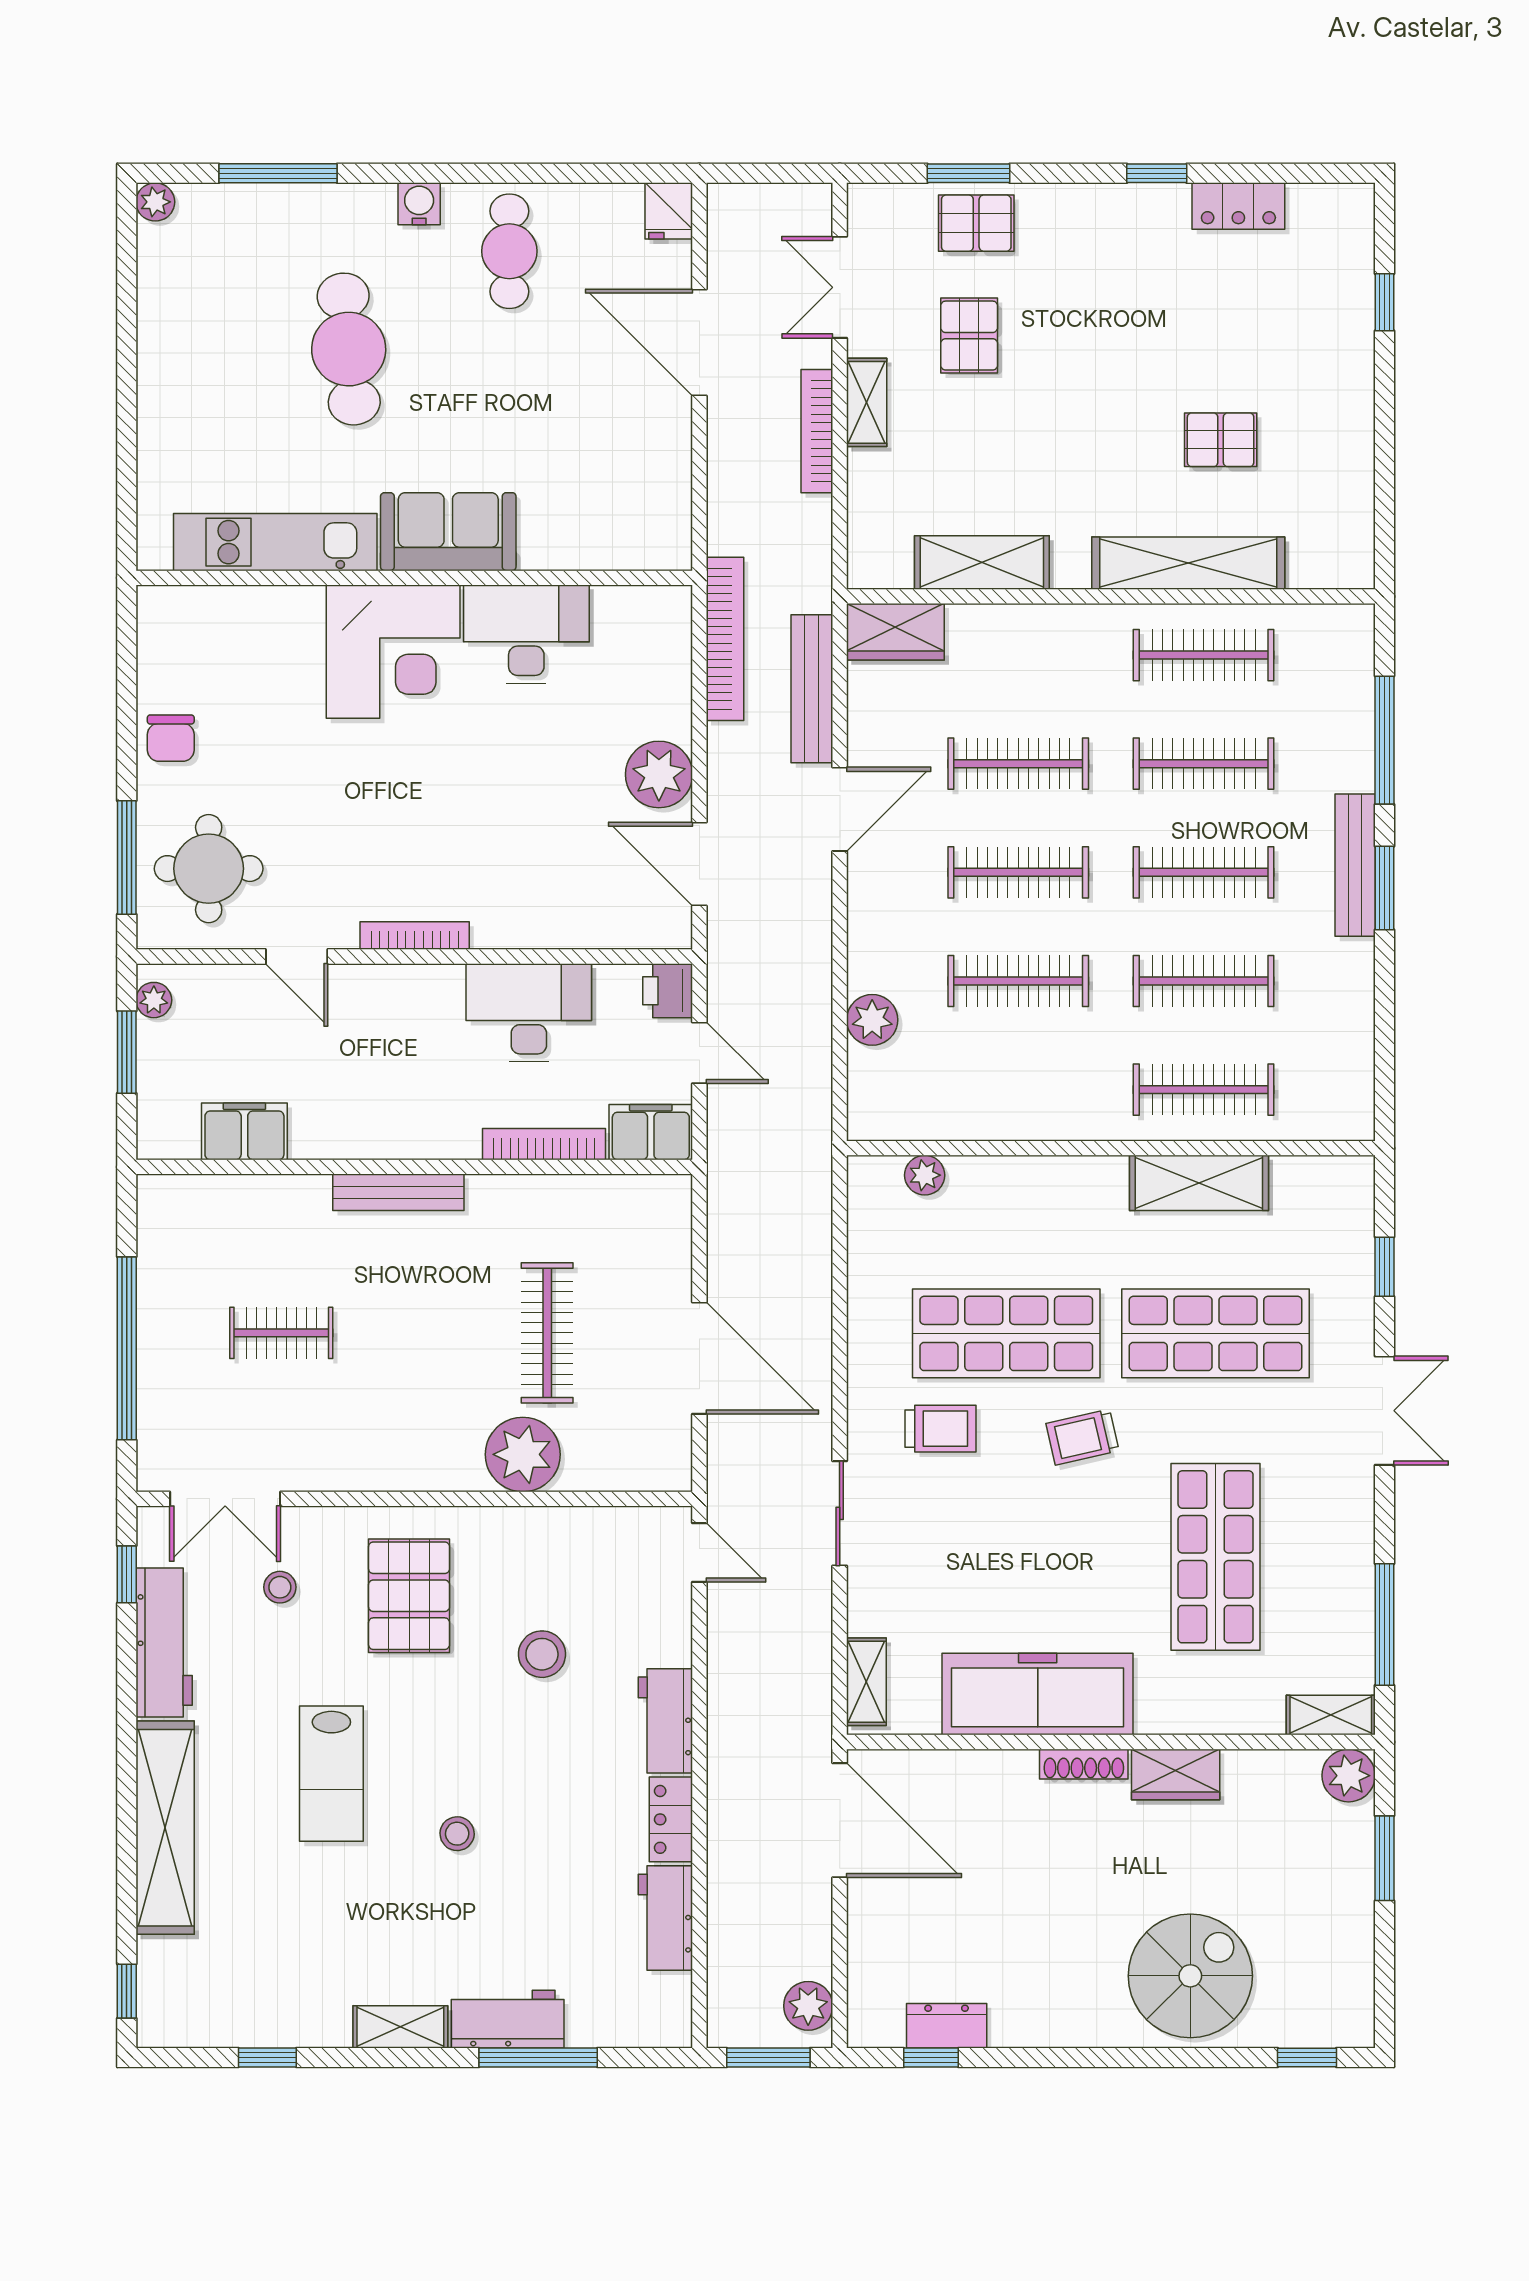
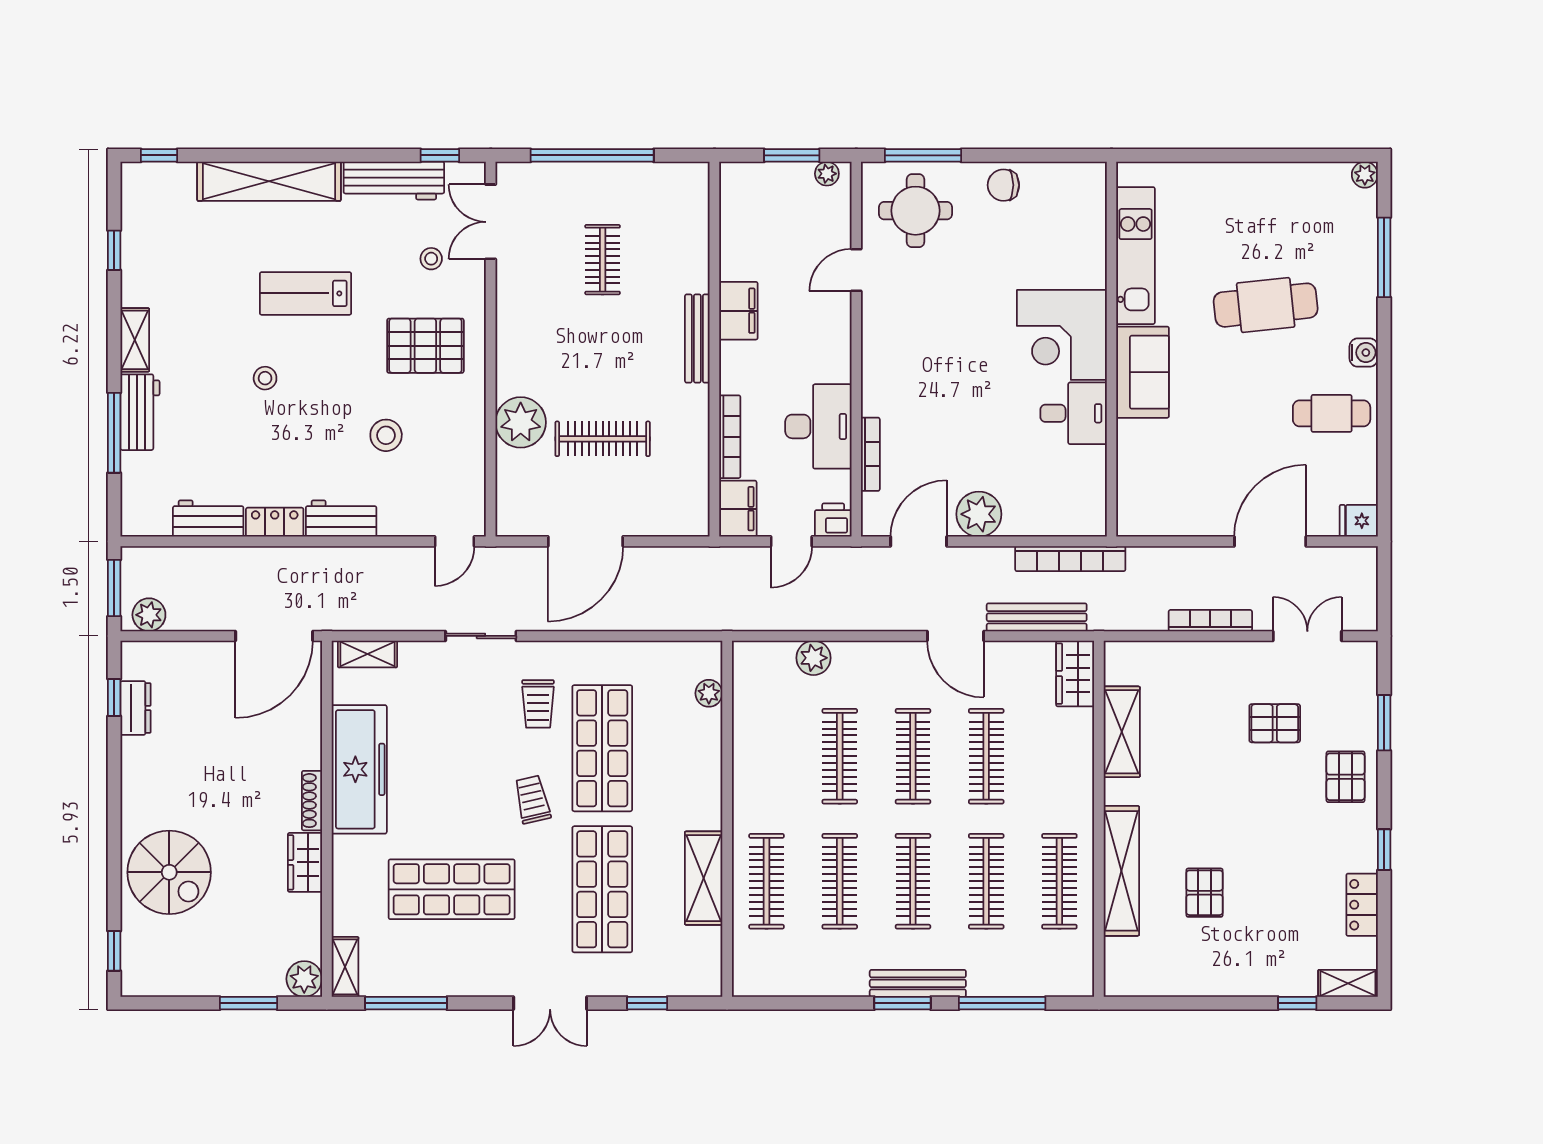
pallet: (976, 223) -> (1346, 777), moved
shelving: (867, 402) -> (1348, 983), moved
desk: (526, 634) -> (1074, 413), width x0.73
bookcase: (415, 936) -> (870, 454), moved
filing cabinet: (244, 1131) -> (738, 311), moved

